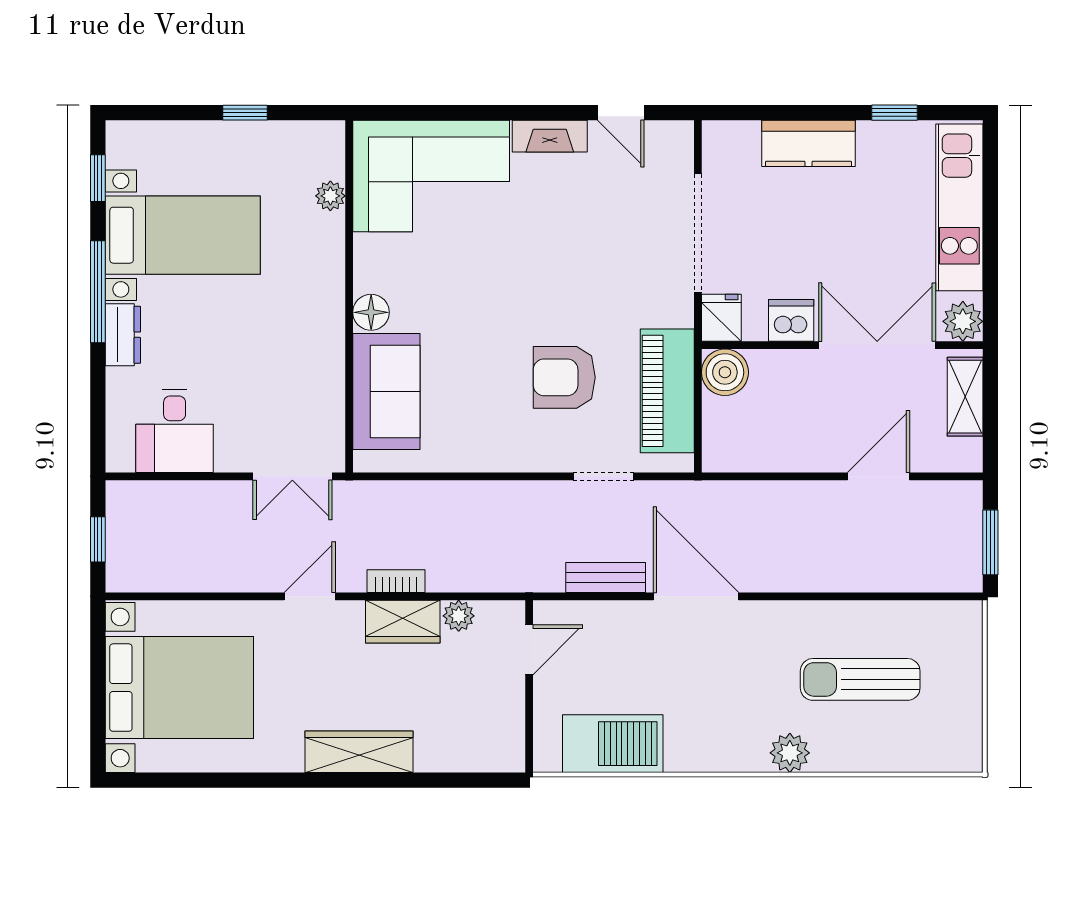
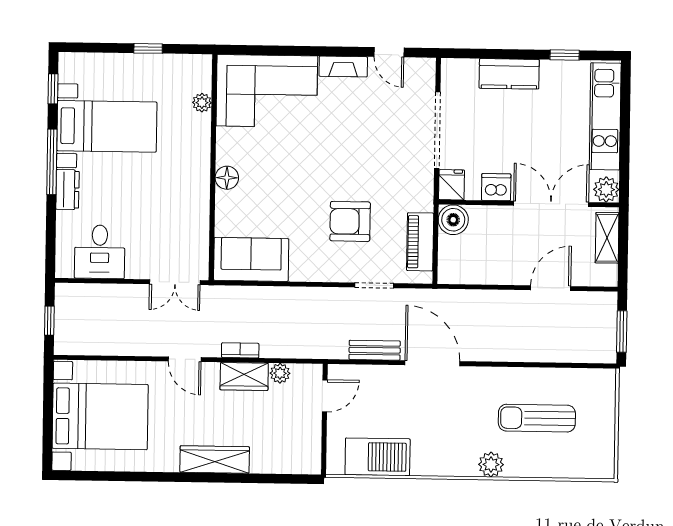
sofa: (386, 391) -> (251, 259), moved, turned -90
piano: (667, 391) -> (420, 242), width x0.73, depth x0.75
door: (310, 596) -> (185, 359), swing flipped

